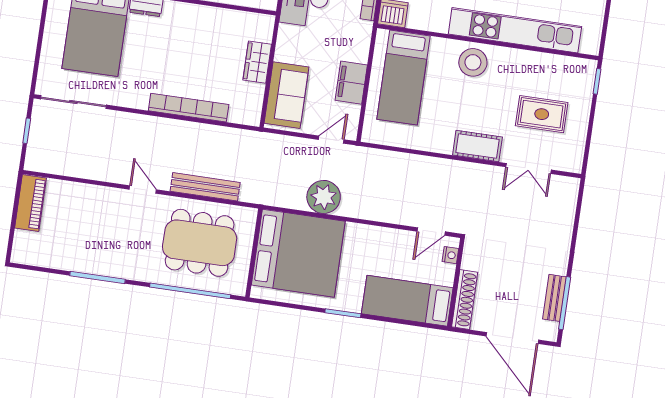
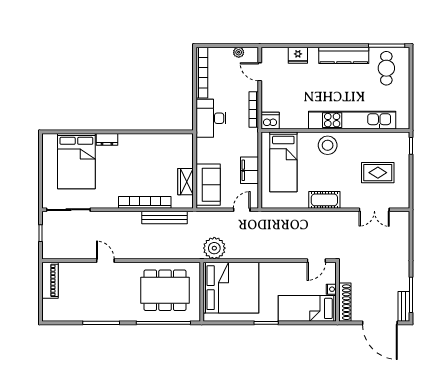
wardrobe: (257, 62) -> (186, 182), moved
cot: (477, 146) -> (324, 200), moved
bench: (205, 187) -> (165, 217), moved
door: (143, 189) -> (105, 261), moved
plant: (324, 197) -> (214, 248), moved
nightstand: (450, 255) -> (331, 289), moved
bench: (555, 298) -> (404, 306), moved

